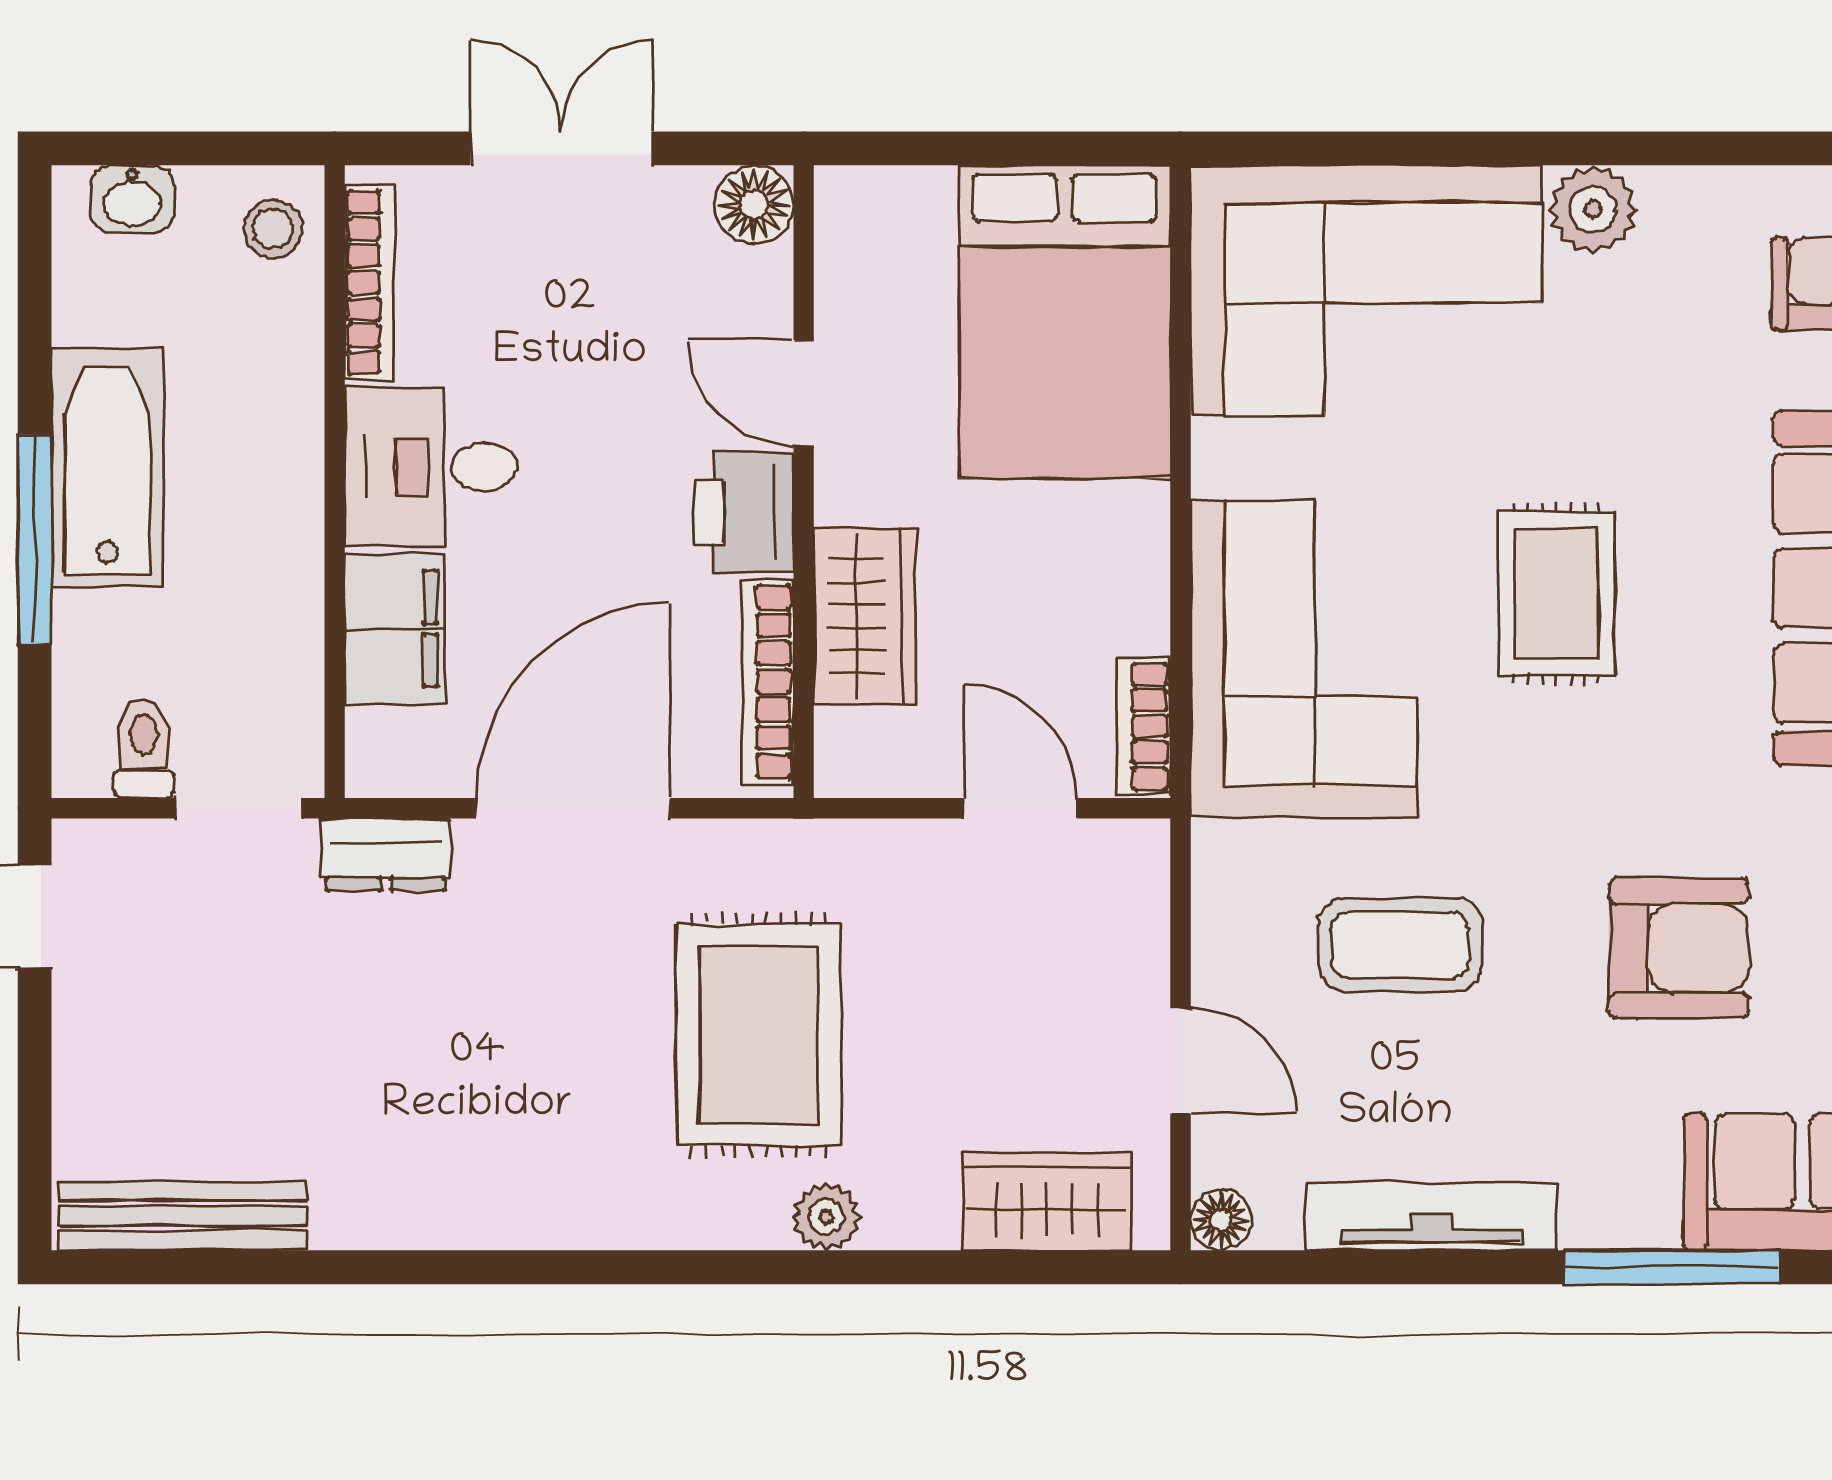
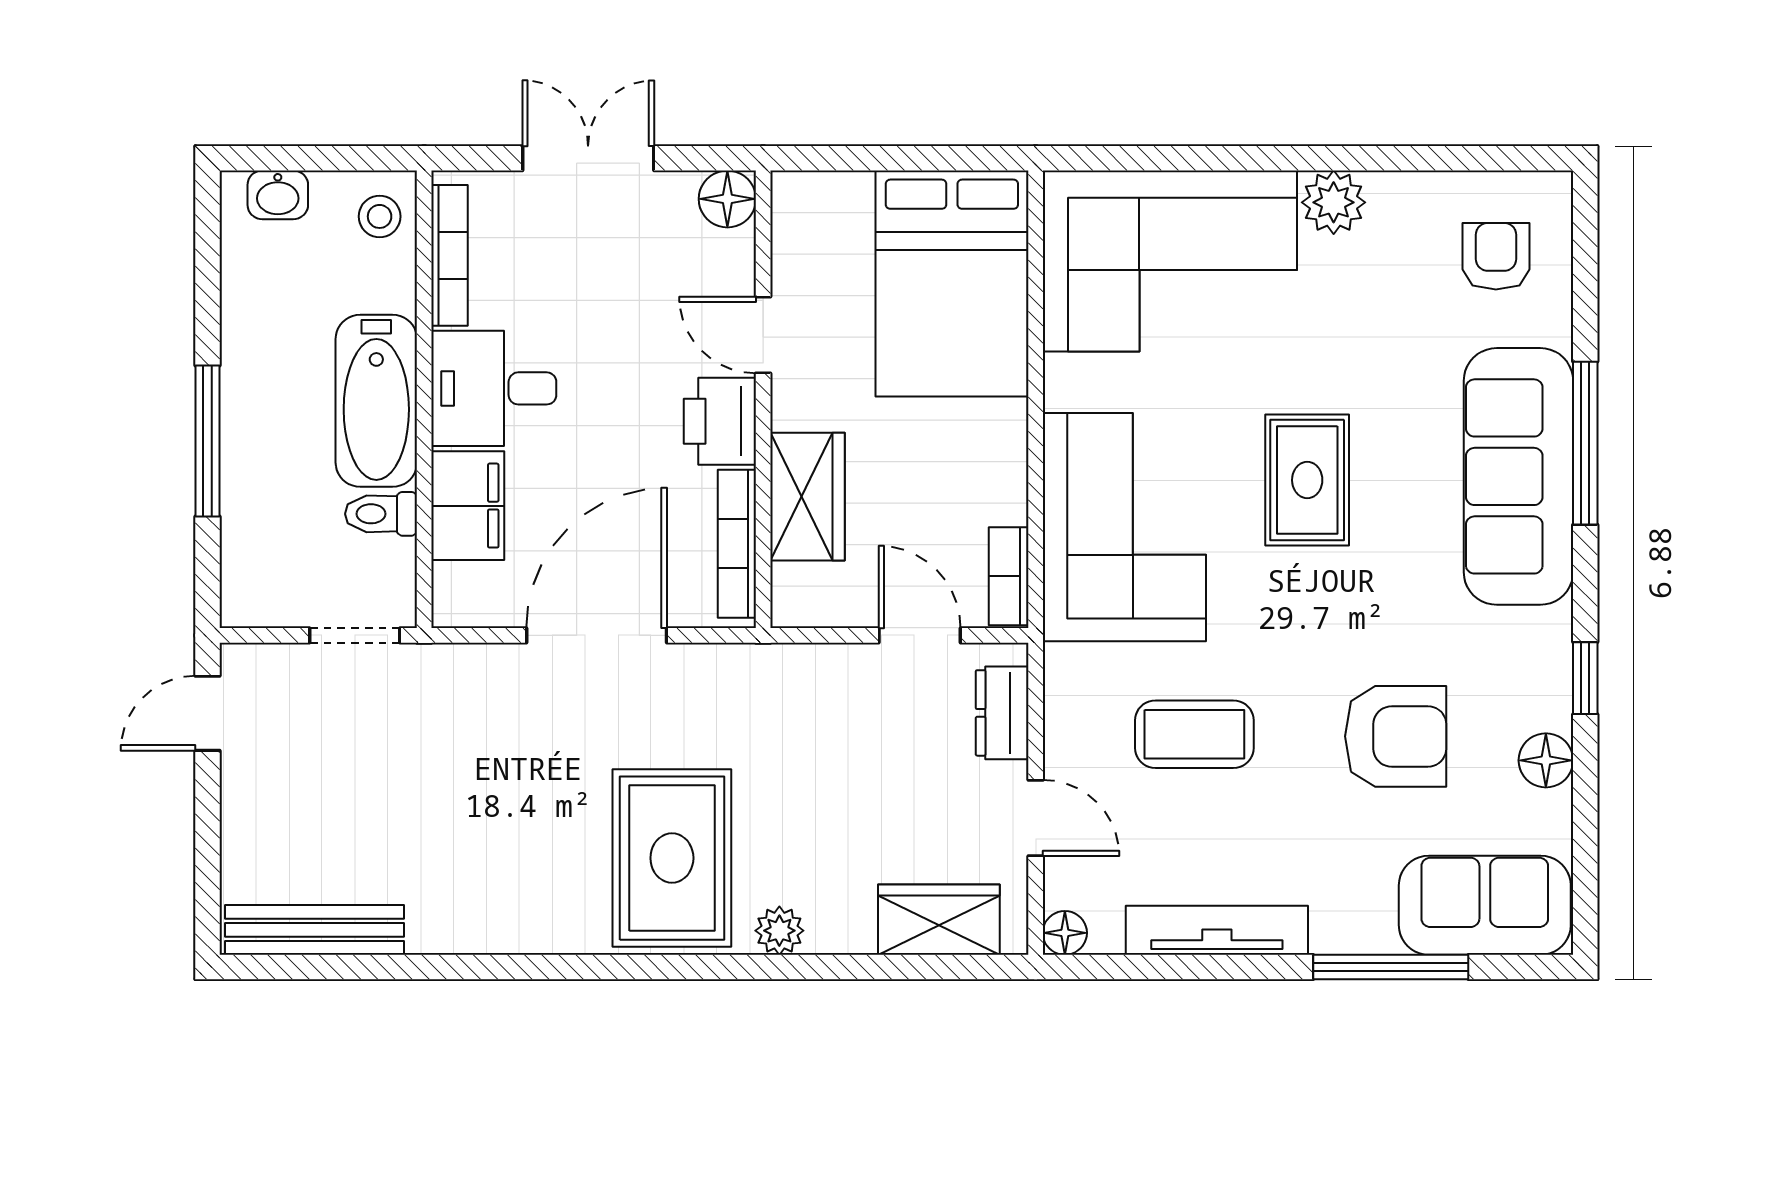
bathtub: (108, 467) -> (376, 401), moved, turned 180
toilet: (144, 749) -> (381, 514), moved, turned -90
dresser: (386, 855) -> (1002, 713), moved, turned 90
rug: (759, 1035) -> (672, 858), moved

